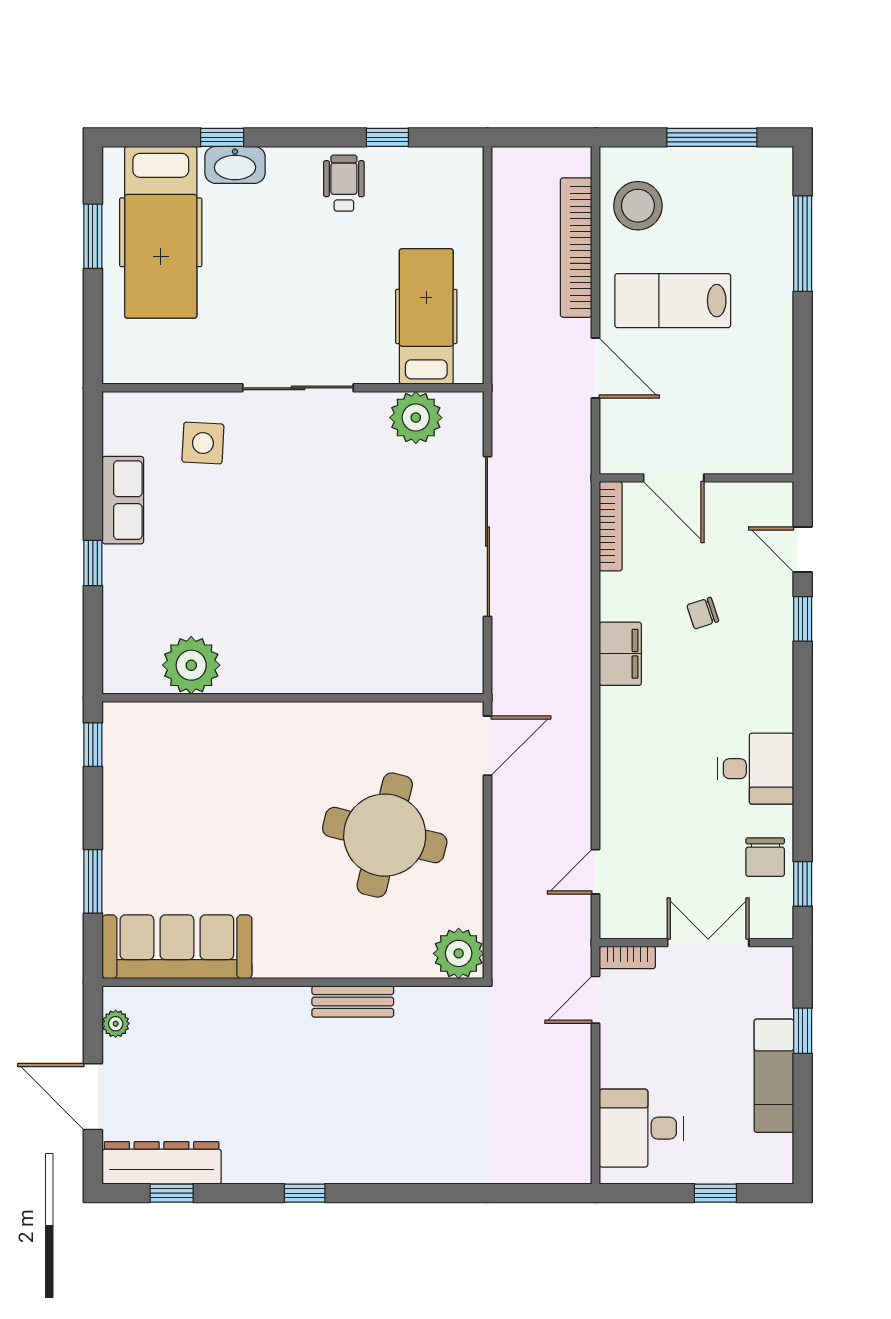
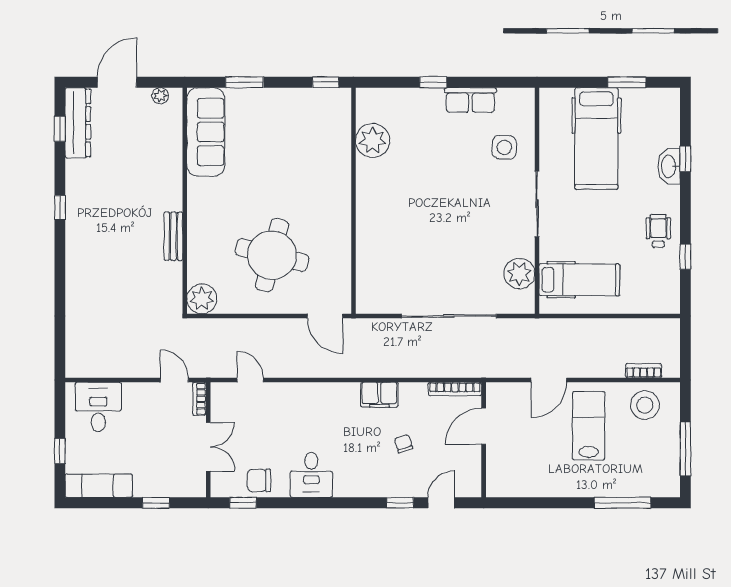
wheelchair: (344, 183) -> (658, 231), turned -90
hospital bed: (161, 232) -> (596, 138), moved, turned -90
bookcase: (576, 248) -> (644, 371), width x0.43, depth x0.76
exam couch: (774, 1076) -> (99, 486), moved

